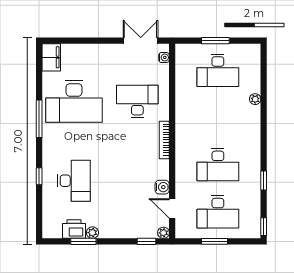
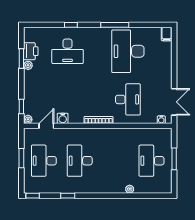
filing cabinet: (51, 57) -> (167, 34), width x0.50

